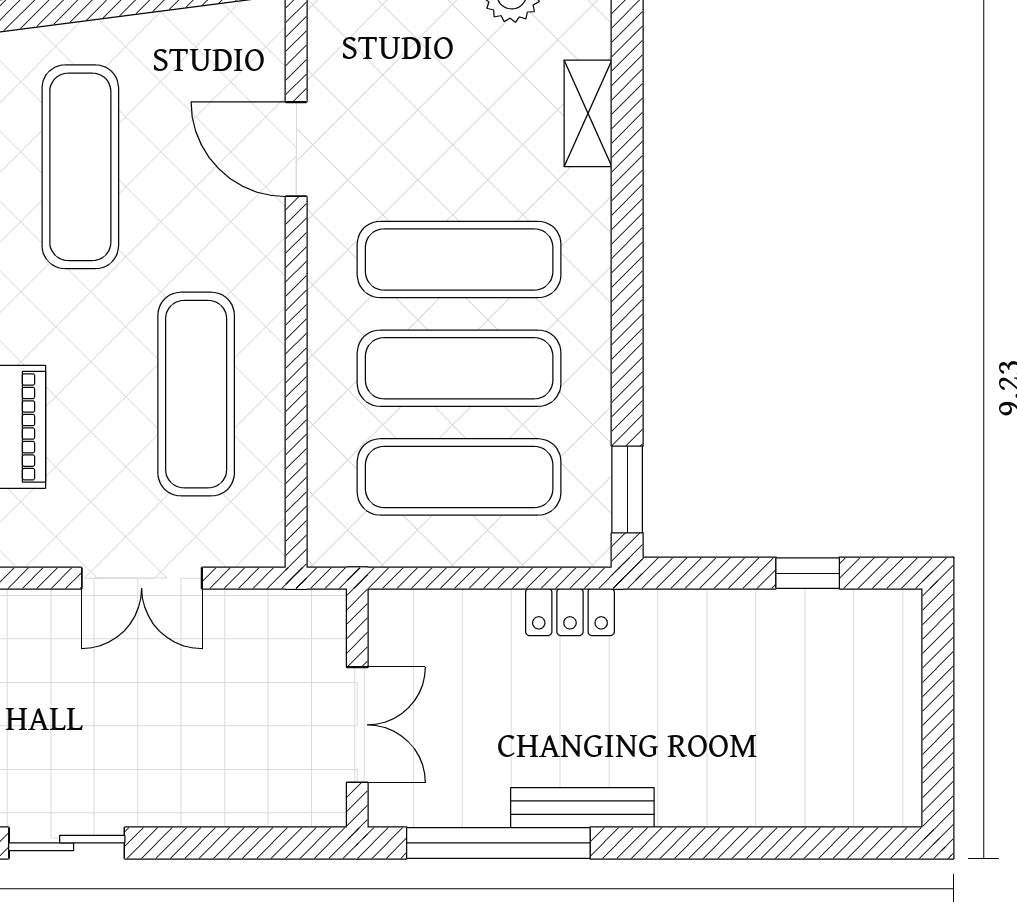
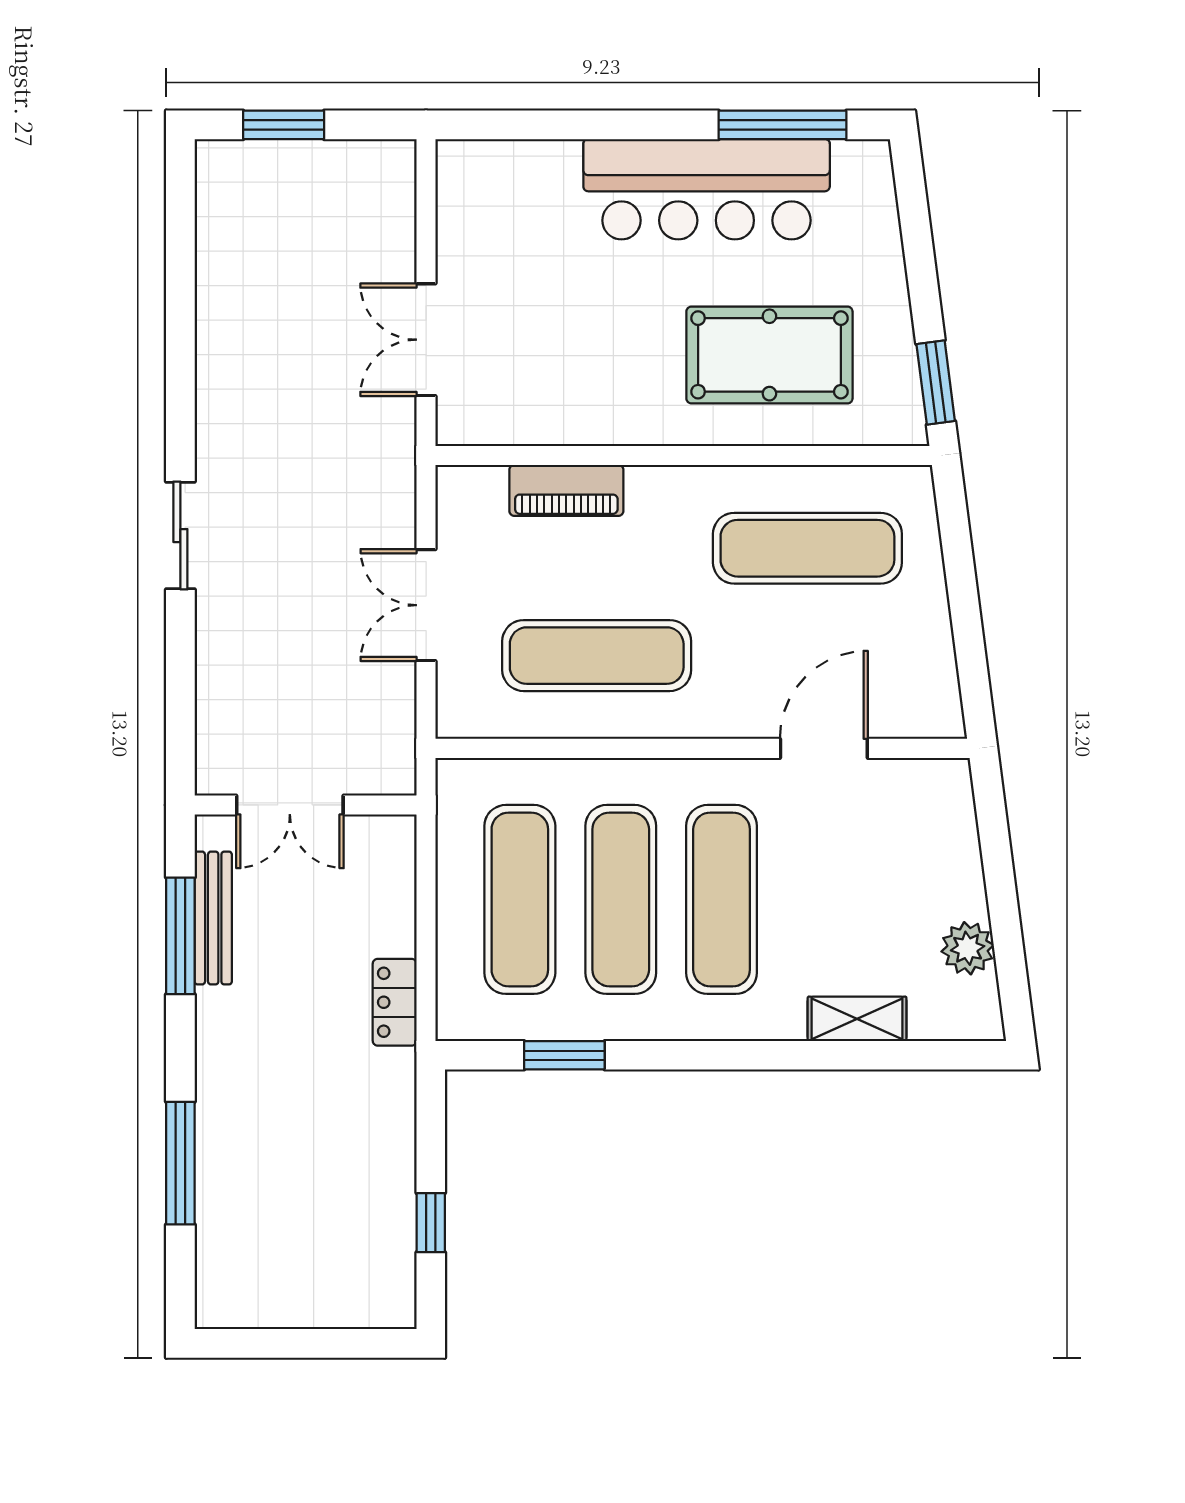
window: (627, 490) -> (564, 1055), moved
bench: (582, 808) -> (213, 918), moved
window: (498, 843) -> (180, 936), width x0.68
window: (743, 843) -> (180, 1163), added

